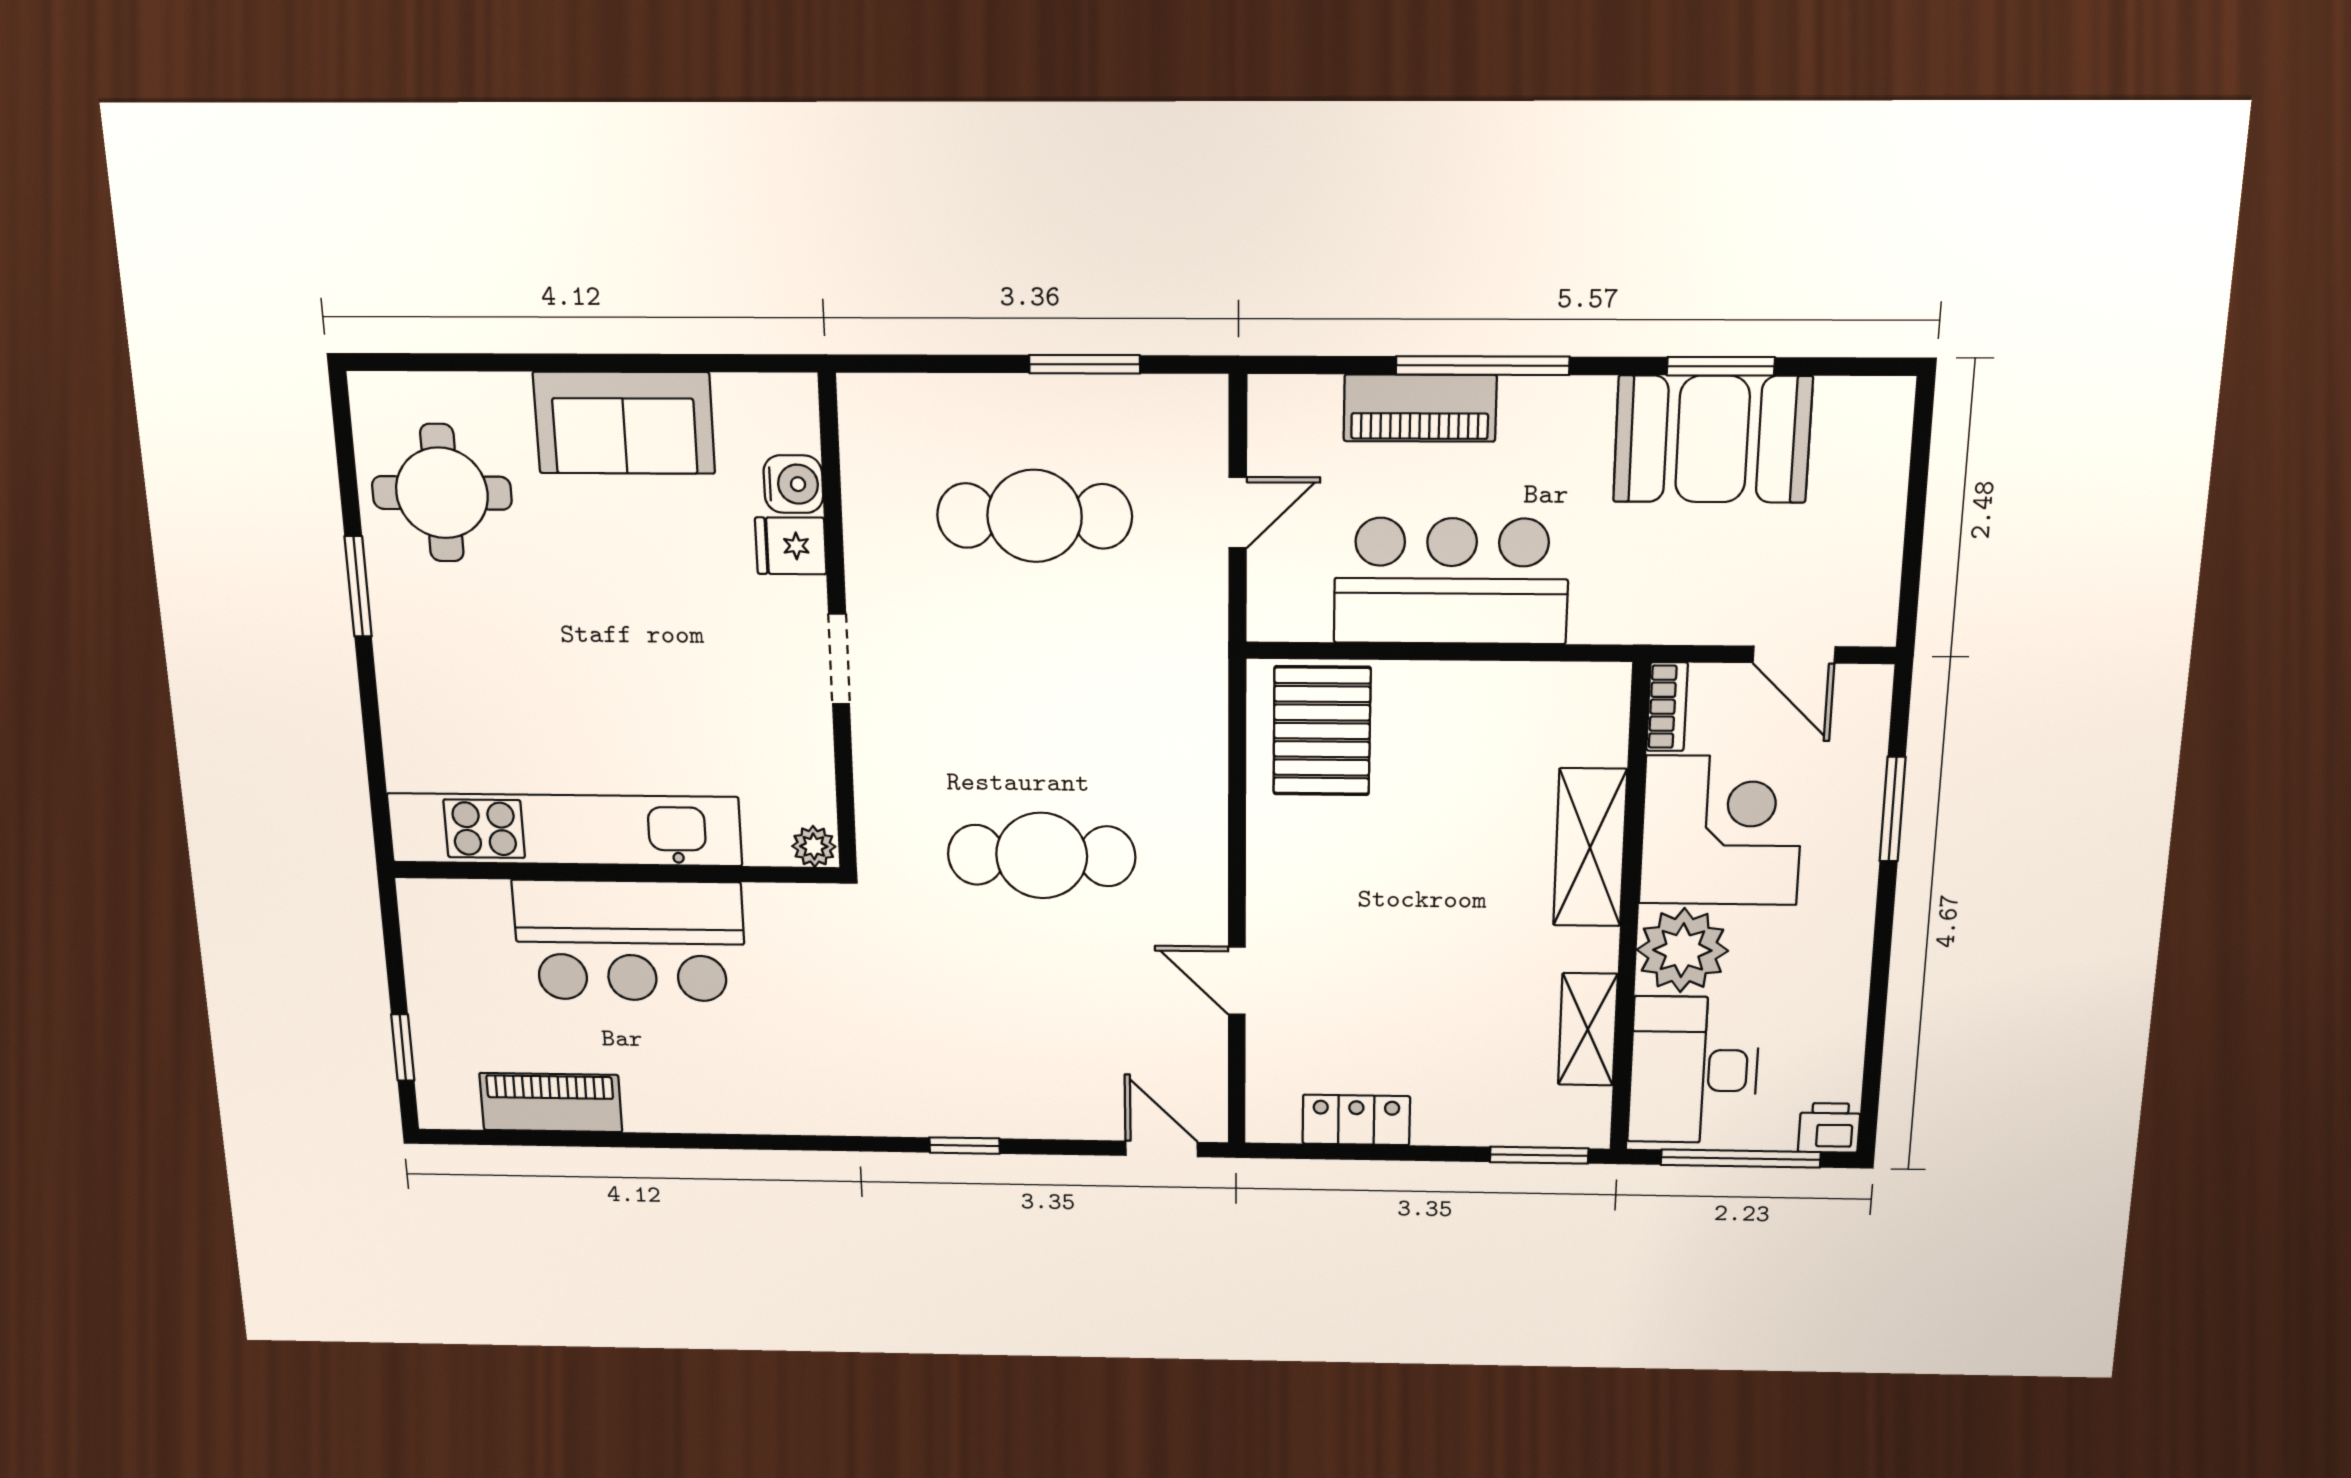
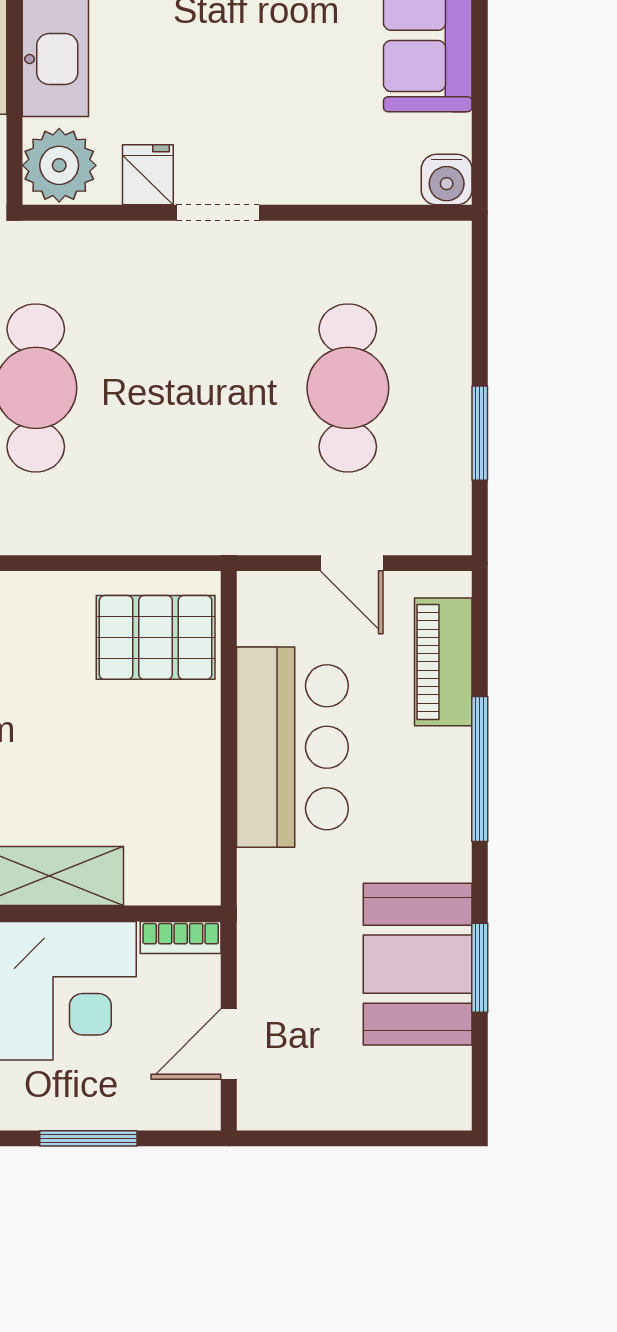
piano: (1420, 408) -> (443, 662), moved
water cooler: (793, 484) -> (447, 180), moved
fridge: (791, 546) -> (148, 175), moved
plant: (814, 846) -> (59, 165), width x1.88, depth x1.88

